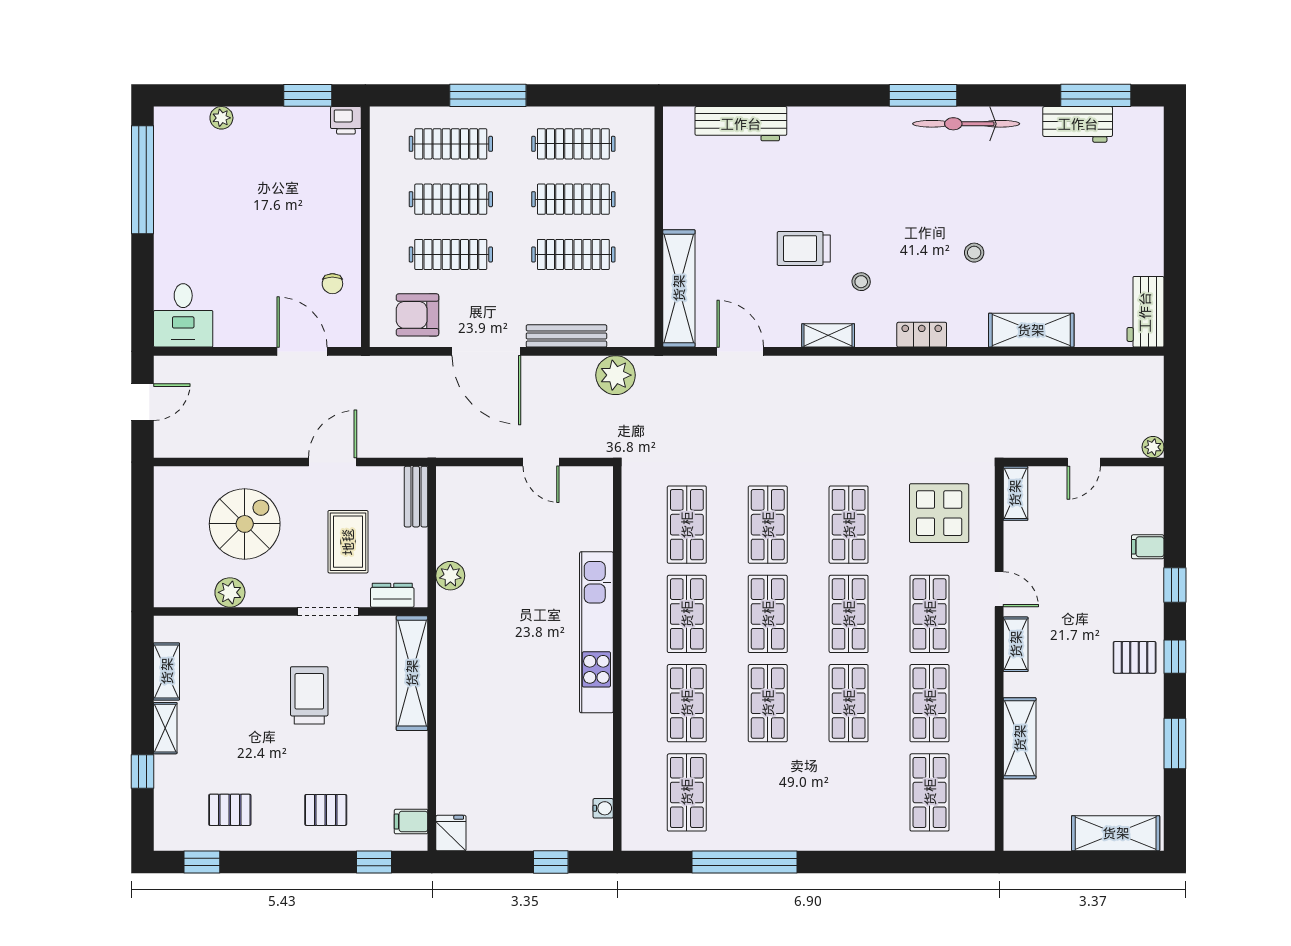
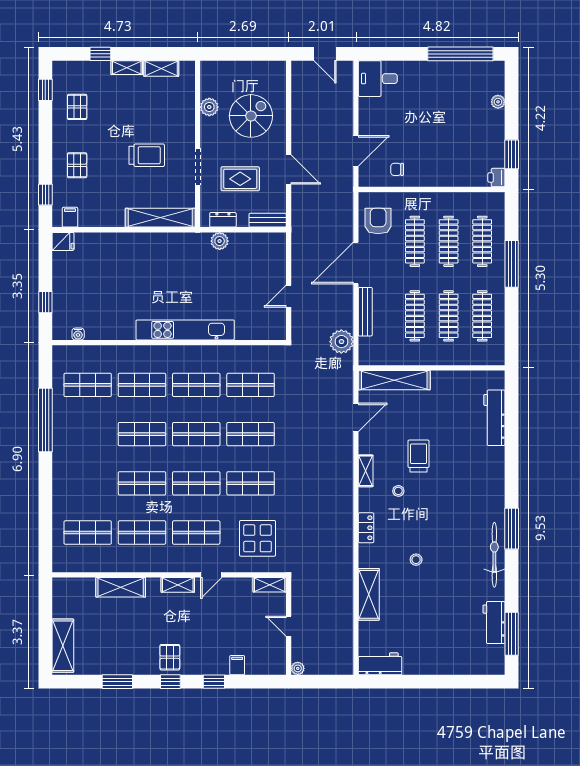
spiral stairs: (245, 524) -> (251, 116), turned -90
dresser: (392, 595) -> (223, 220), moved, turned -90

